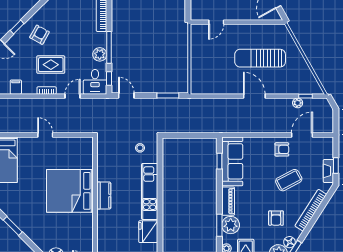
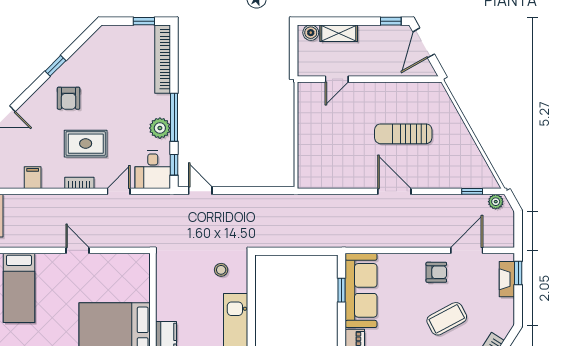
window: (17, 27) -> (55, 66), moved
armchair: (40, 35) -> (69, 98), turned 151
sun lounger: (260, 58) -> (403, 134), width x0.73, depth x0.75
window: (168, 96) -> (263, 190), removed
plant: (298, 103) -> (496, 202), moved
window: (336, 166) -> (518, 273), moved
fireplace: (328, 171) -> (507, 279), moved

